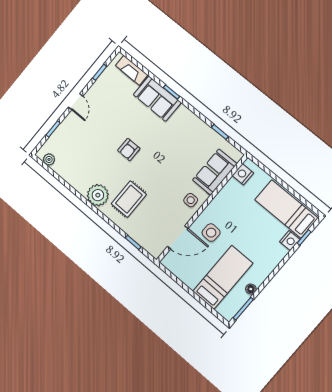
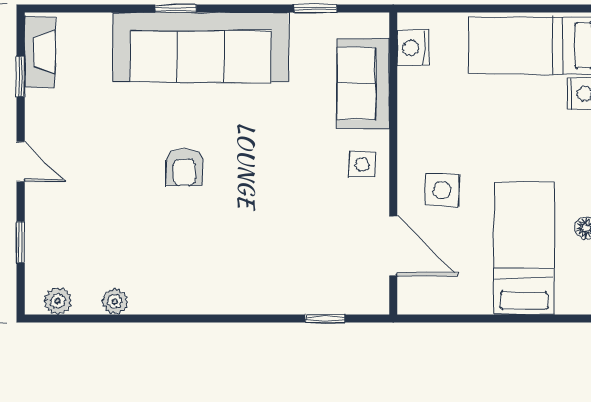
fireplace: (132, 70) -> (40, 52), moved, turned -90
sofa: (157, 99) -> (201, 47), width x1.85, depth x1.27
plant: (98, 195) -> (115, 301), moved, width x0.53, depth x0.53
rug: (129, 199) -> (256, 252), removed
door: (178, 237) -> (393, 246), hinge flipped

